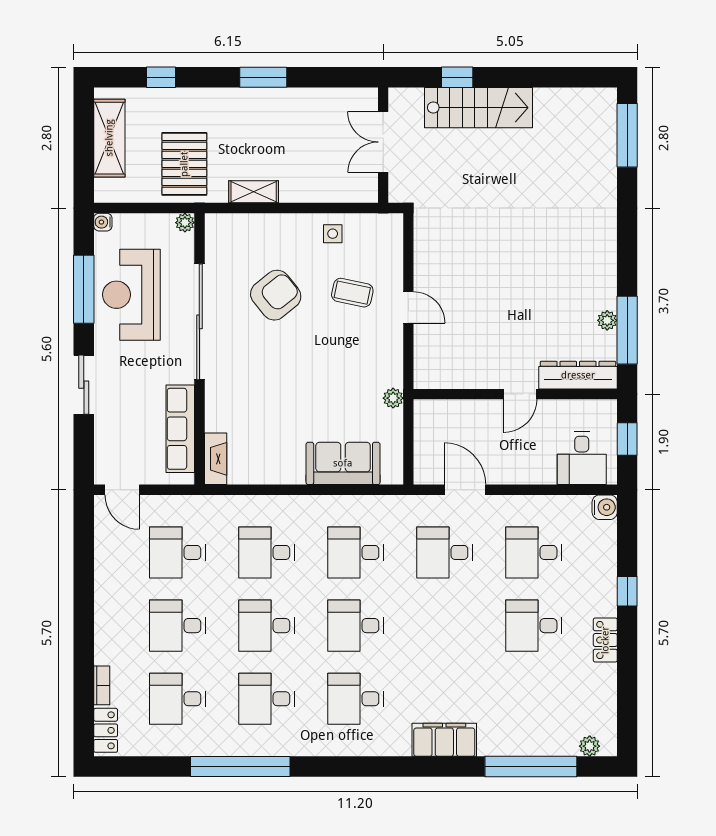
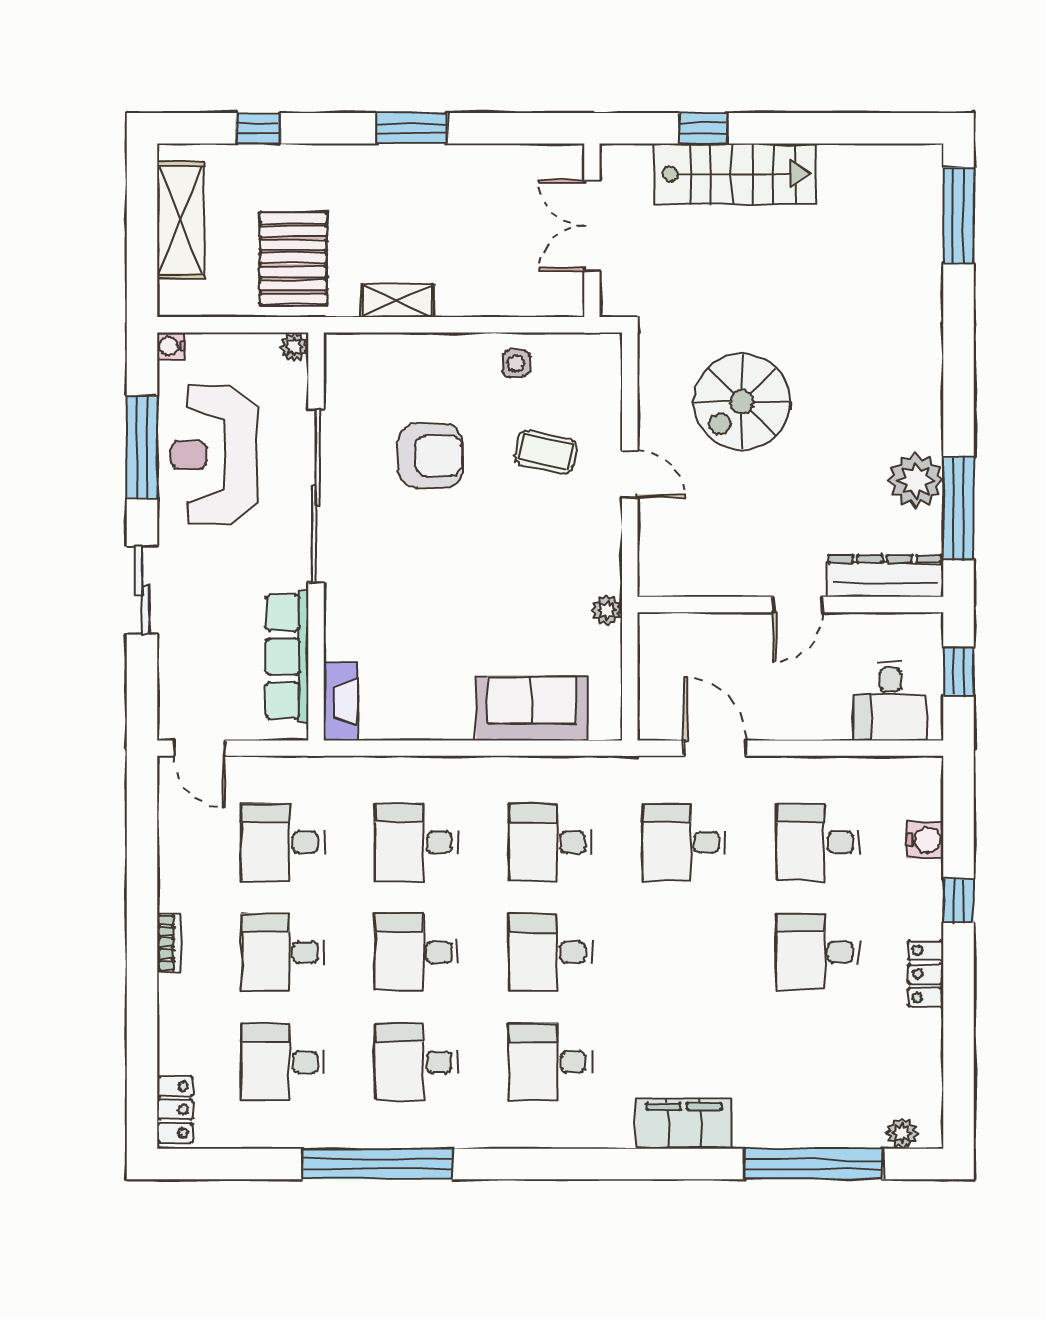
spiral stairs: (483, 259) -> (742, 402), added
armchair: (276, 295) -> (430, 456), turned 39
plant: (607, 320) -> (916, 481), width x1.87, depth x1.87
water cooler: (605, 507) -> (925, 840), moved
bookcase: (102, 685) -> (169, 943), moved

